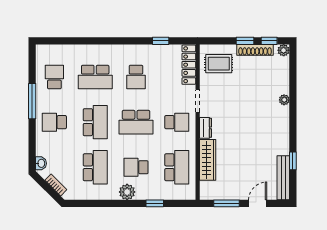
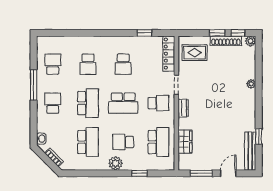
school desk: (95, 77) -> (88, 64), width x0.54
school desk: (54, 122) -> (53, 103), turned 90
wardrobe: (208, 160) -> (185, 142), width x0.67

